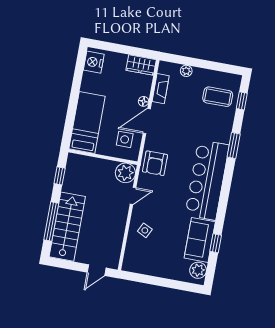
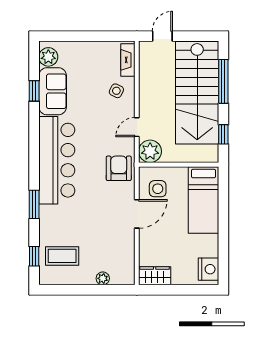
fireplace: (161, 89) -> (128, 60), moved
floor lamp: (144, 101) -> (144, 235), removed
stairs: (67, 227) -> (197, 93), width x1.36, depth x1.51

